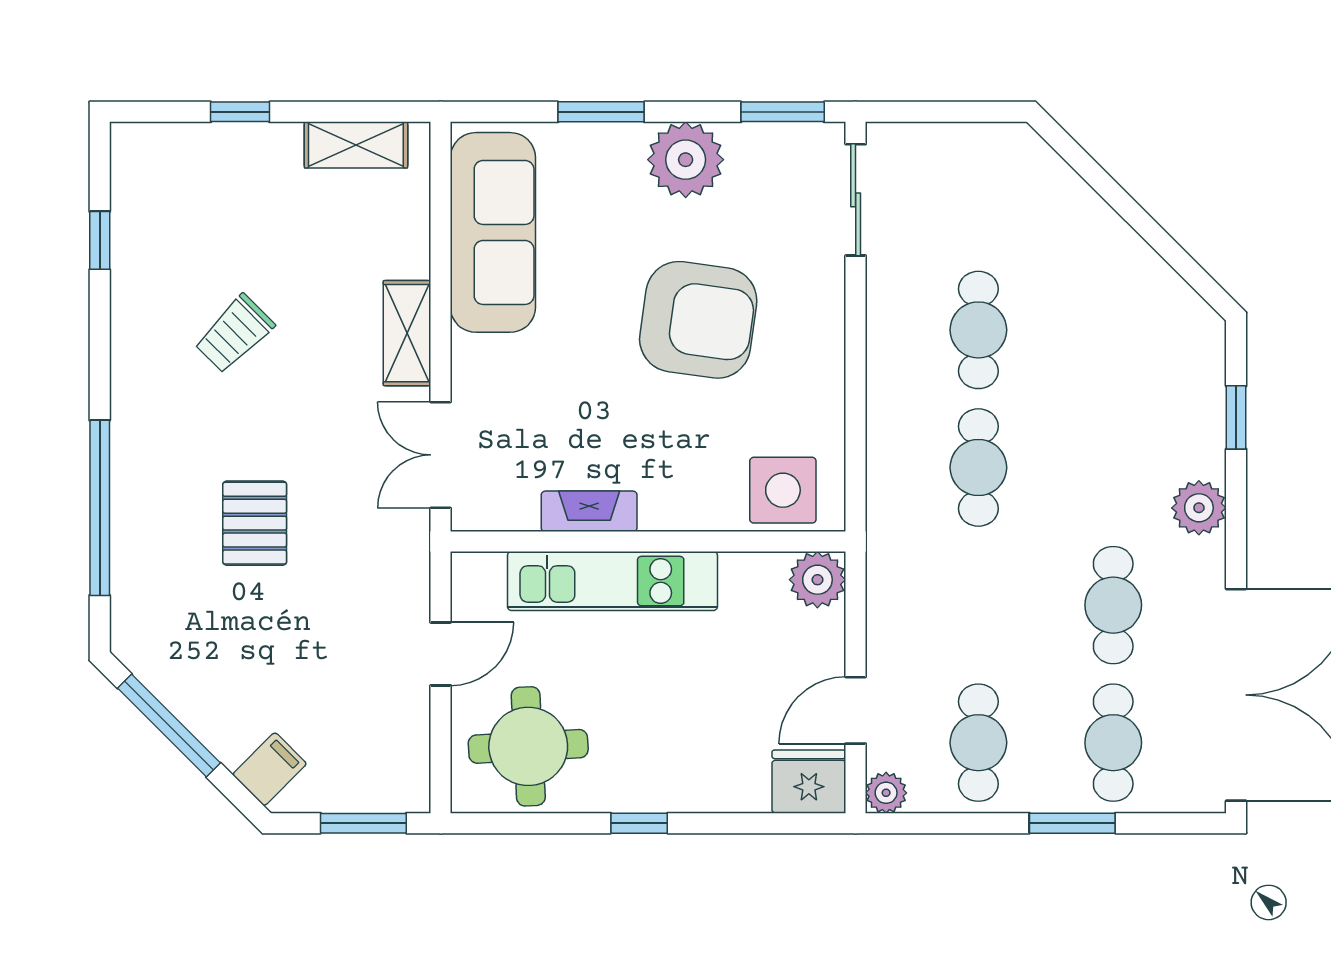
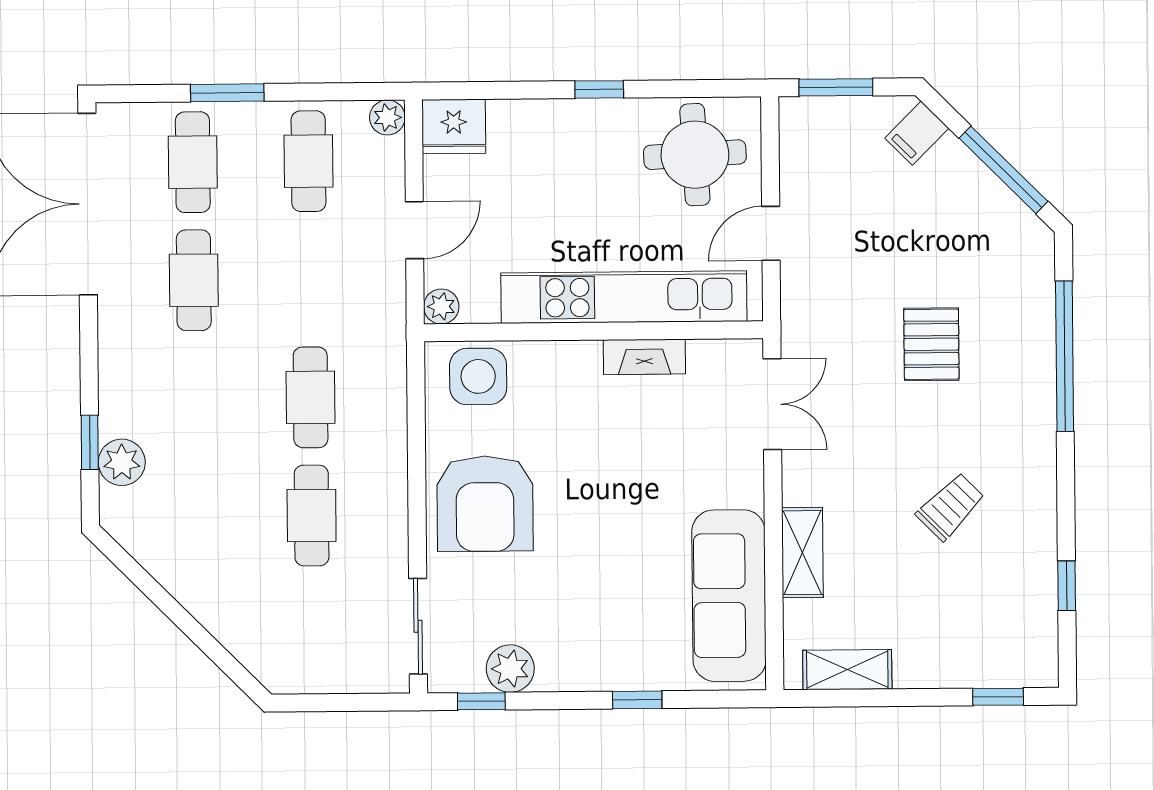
window: (240, 112) -> (998, 697), moved
window: (601, 112) -> (637, 700), width x0.67
window: (783, 112) -> (481, 701), width x0.67
plant: (686, 160) -> (510, 669), moved, width x0.73, depth x0.73
armchair: (698, 320) -> (485, 504), moved, turned -98
shelving: (407, 333) -> (802, 553), moved
plant: (1199, 508) -> (122, 462), moved
plant: (817, 580) -> (441, 306), width x0.73, depth x0.73
kitchen unit: (612, 581) -> (624, 297), width x1.36
door: (856, 710) -> (415, 230), moved

